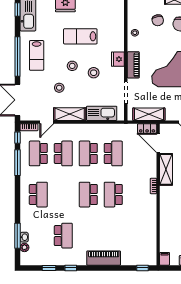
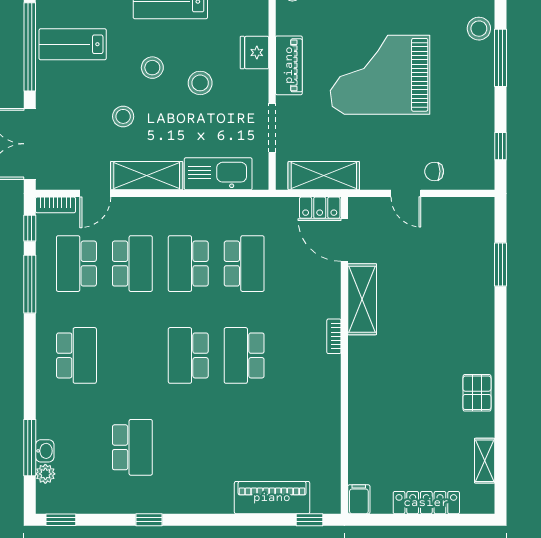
lab bench: (37, 55) -> (73, 44), turned 90
piano: (104, 258) -> (272, 498), moved
window: (49, 268) -> (61, 520), moved

